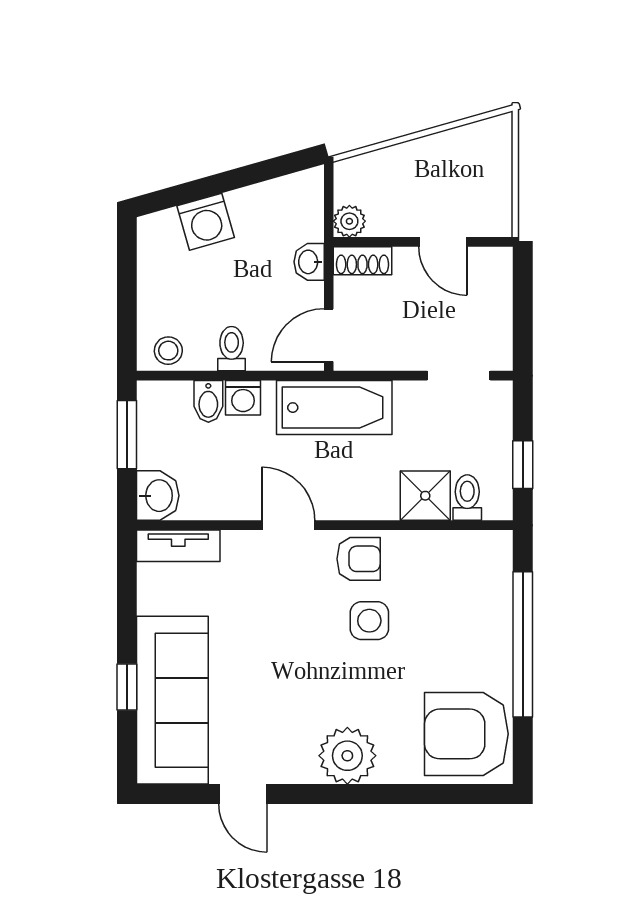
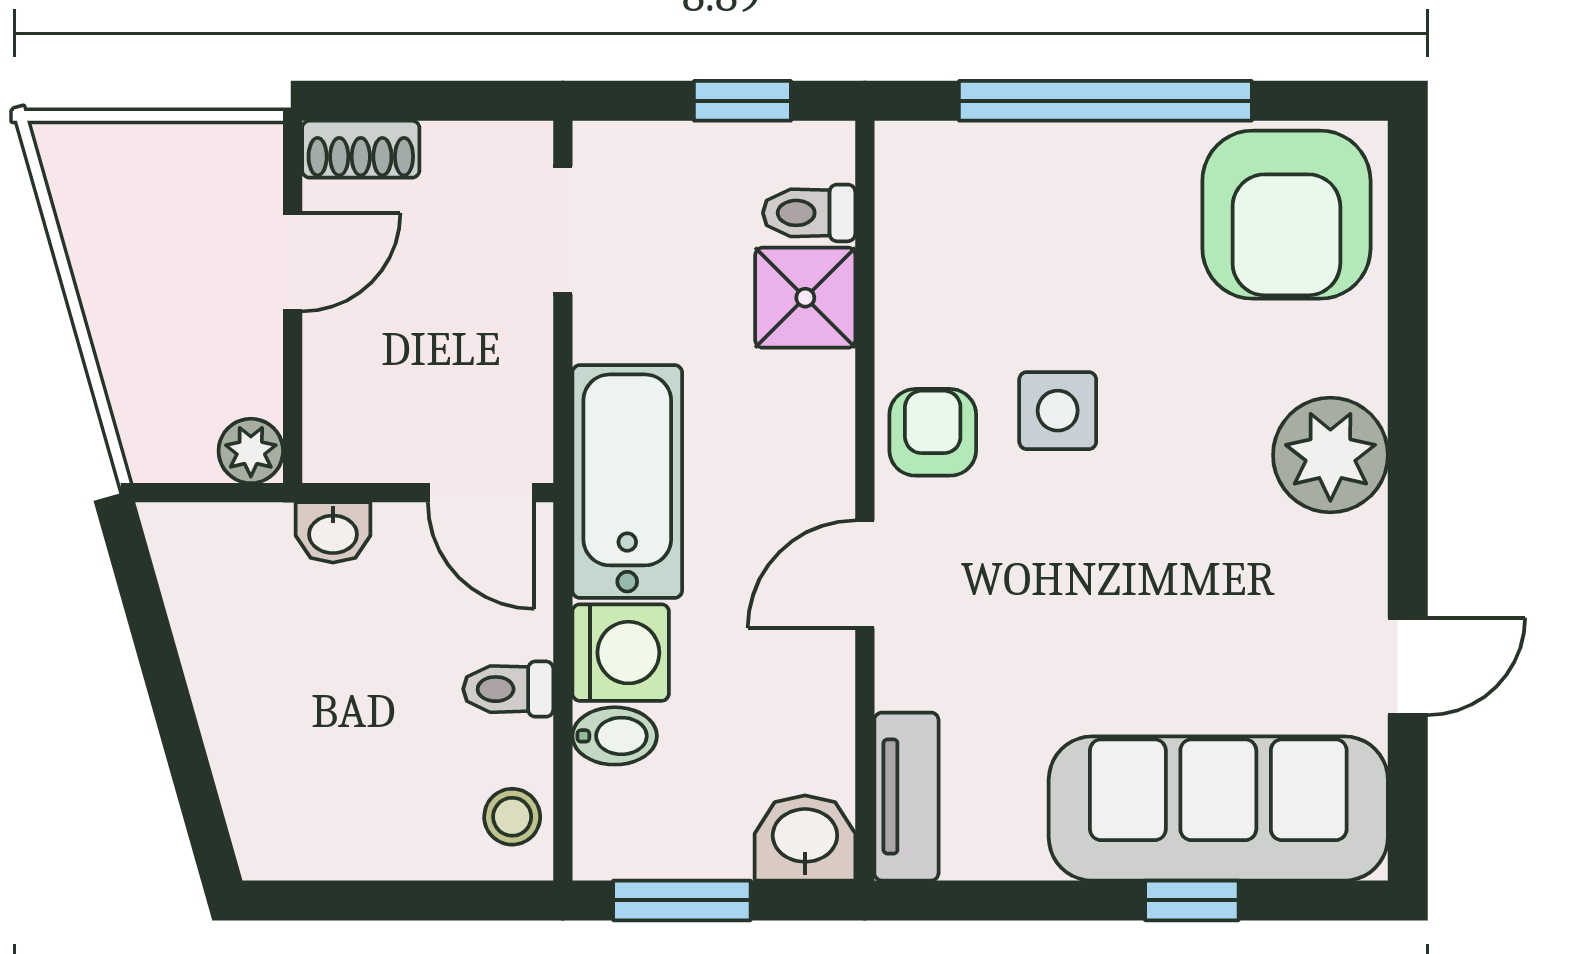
washing machine: (206, 222) -> (252, 741), removed
shoe rack: (362, 261) -> (361, 149), moved, turned 90
washing machine: (243, 398) -> (621, 653), width x1.38, depth x1.38

